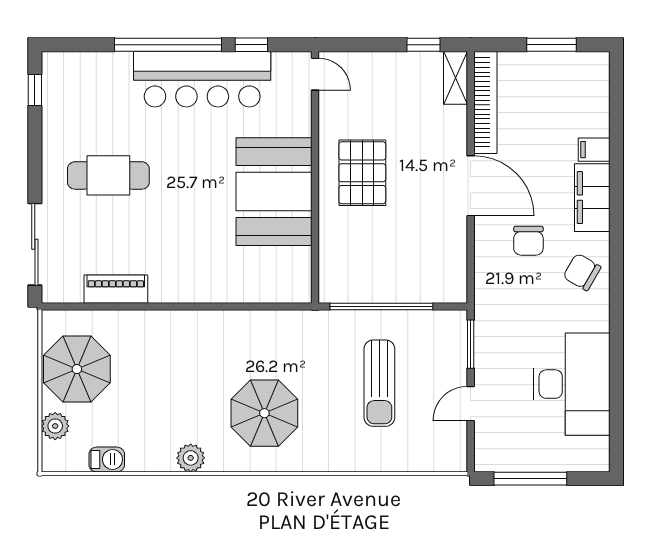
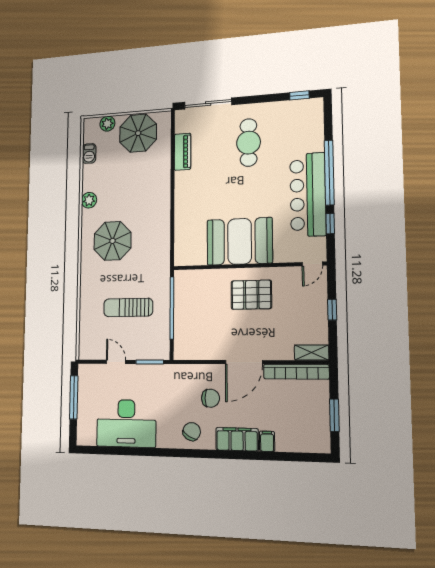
window: (424, 45) -> (332, 310), moved
chair: (528, 241) -> (211, 398), turned 180

